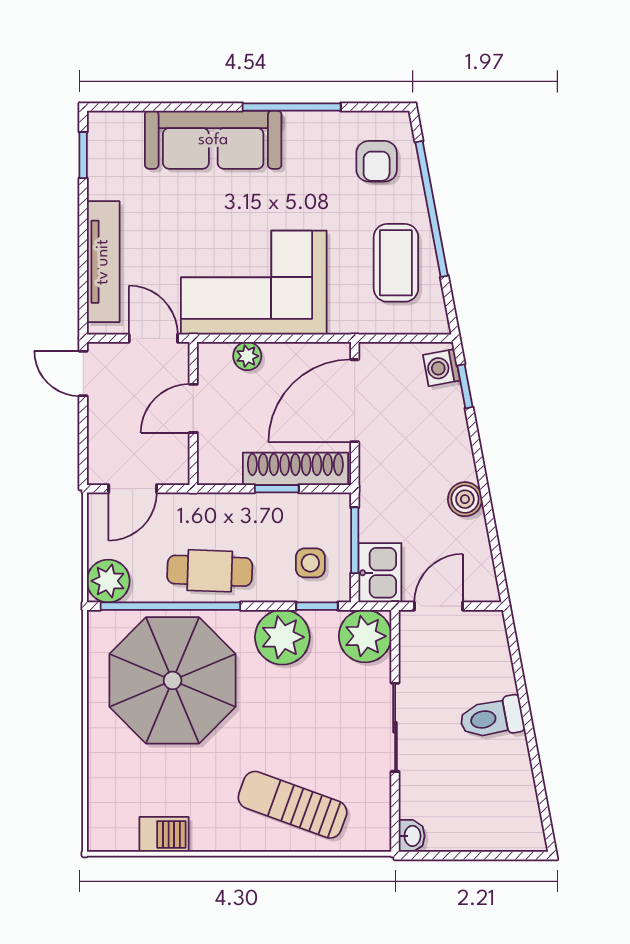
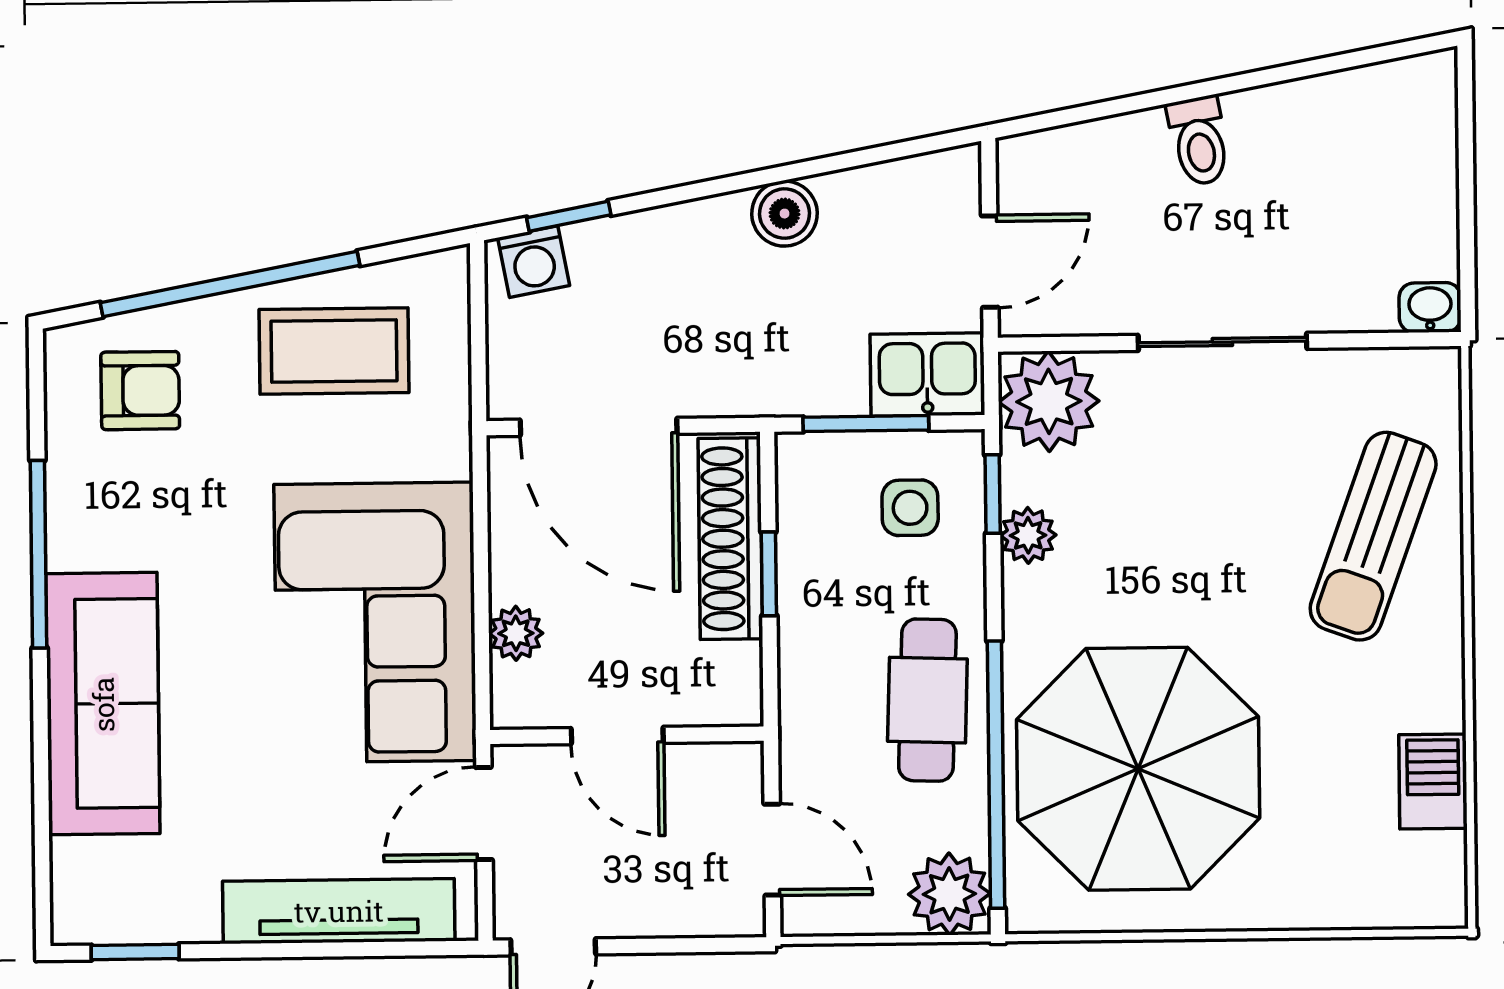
door: (439, 606) -> (990, 262), swing flipped
plant: (282, 637) -> (1028, 535), width x0.53, depth x0.53
toilet: (492, 718) -> (1199, 141), width x0.73, depth x0.72

